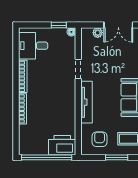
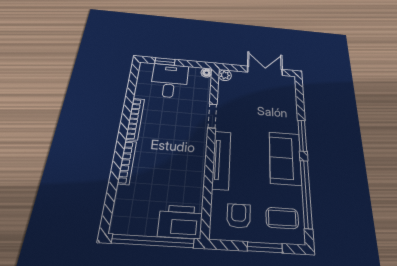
window: (59, 25) -> (165, 61), moved
double door: (118, 25) -> (265, 71), swing flipped
plant: (98, 33) -> (225, 75), moved
desk: (33, 46) -> (170, 81), moved, turned 90

